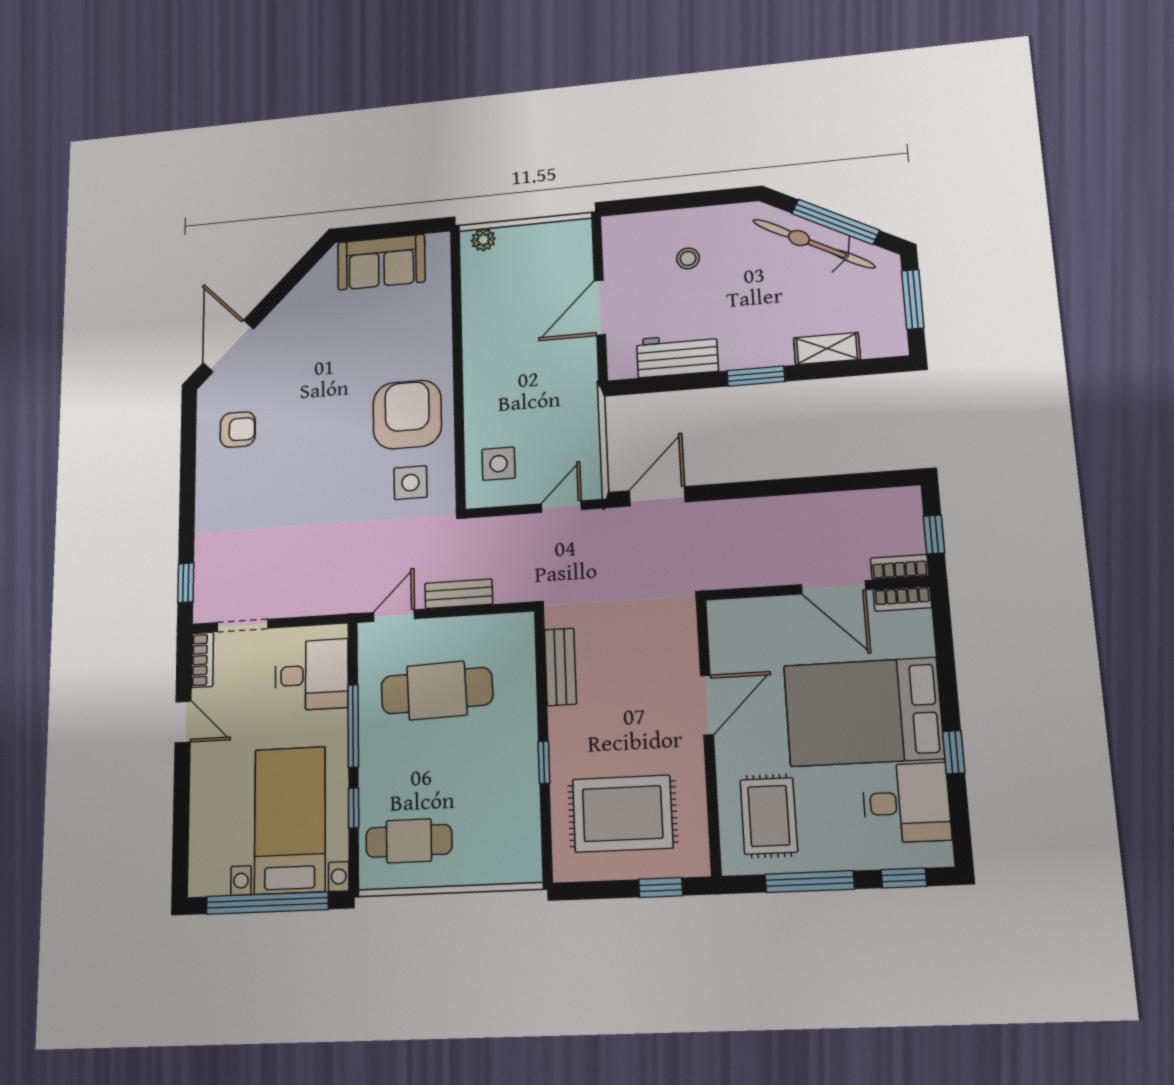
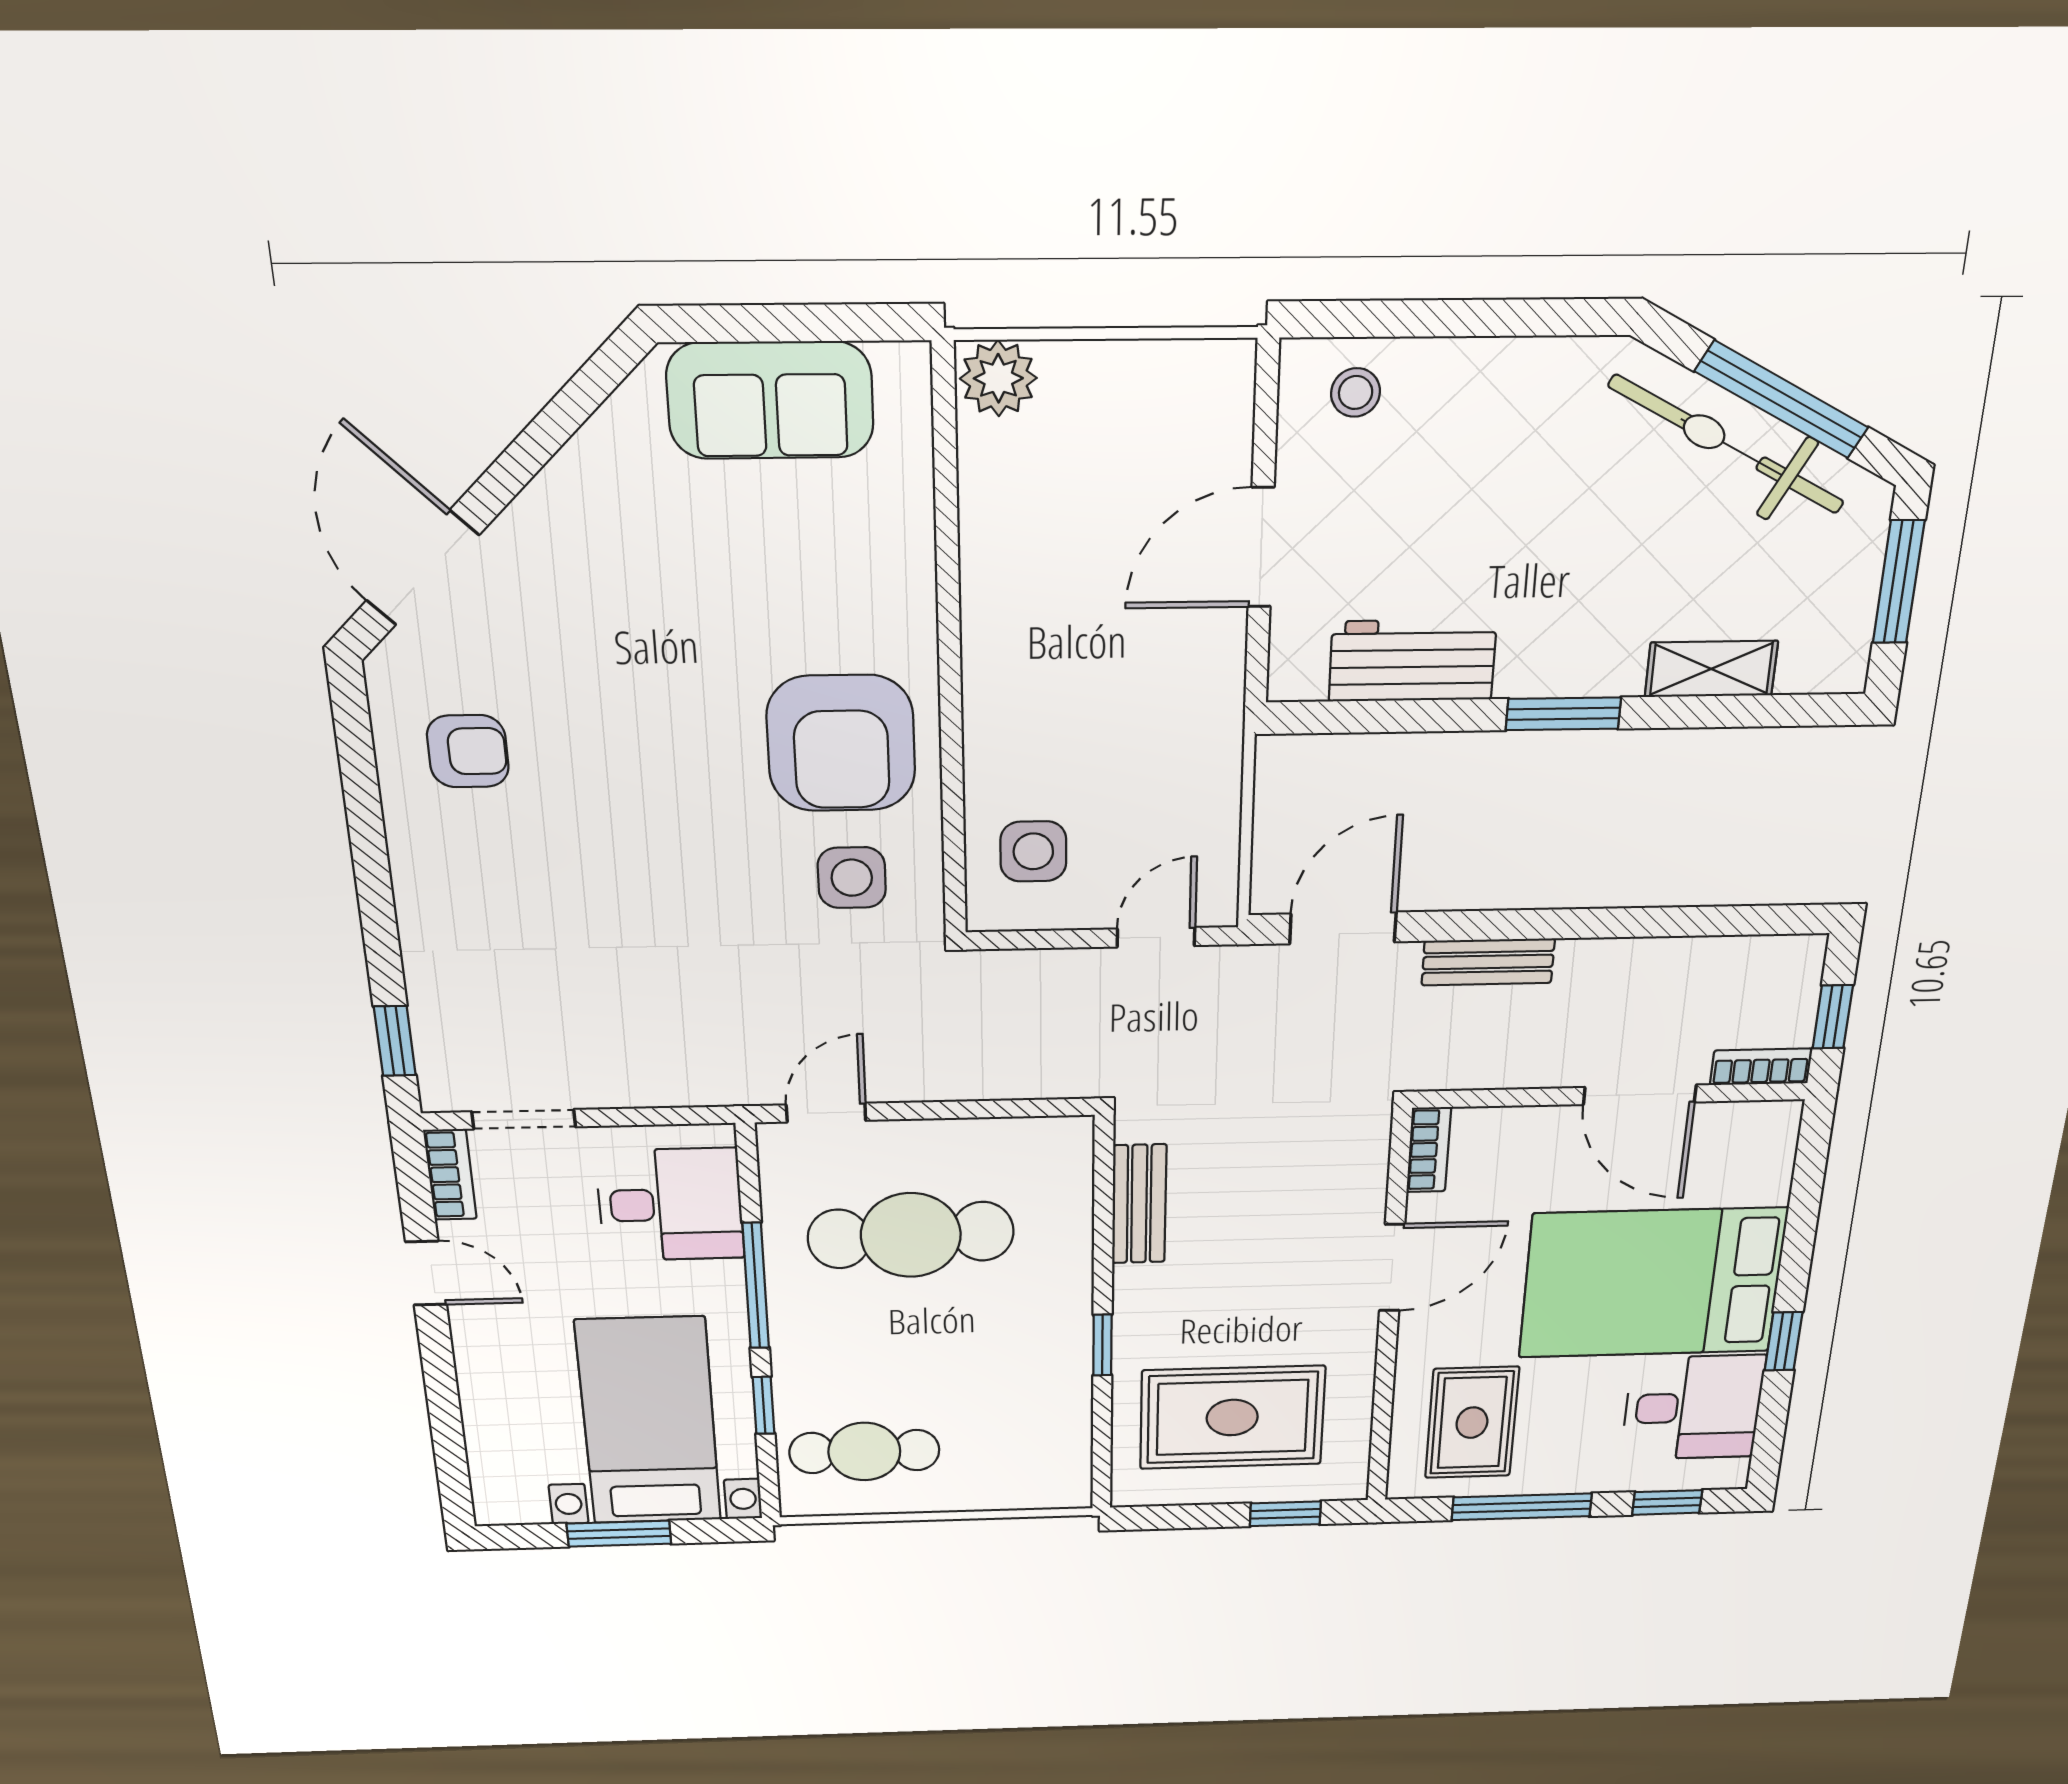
plant: (483, 240) -> (998, 378), width x1.38, depth x1.38
stool: (688, 258) -> (1356, 392), moved
armchair: (407, 414) -> (841, 743), turned 180
bench: (459, 594) -> (1488, 962), moved
bookcase: (902, 599) -> (1429, 1150), moved, turned -90
window: (267, 903) -> (619, 1534), width x0.47

